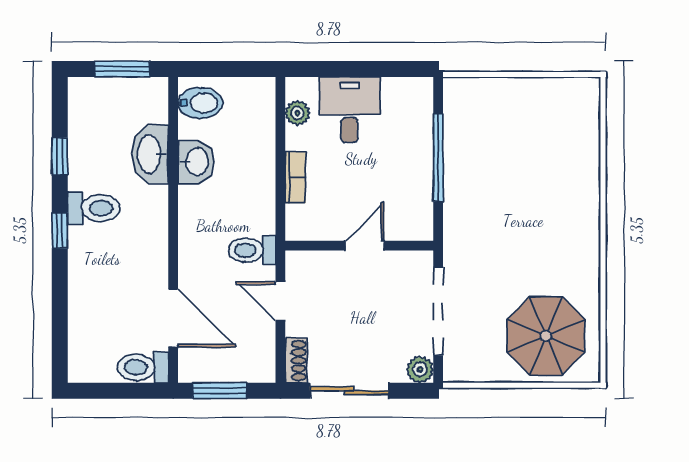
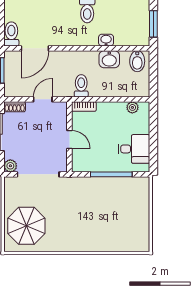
desk: (349, 110) -> (134, 149), moved
washbasin: (150, 154) -> (106, 40), width x0.52, depth x0.69
bookcase: (295, 177) -> (84, 107), moved
toilet: (252, 250) -> (81, 86), moved

